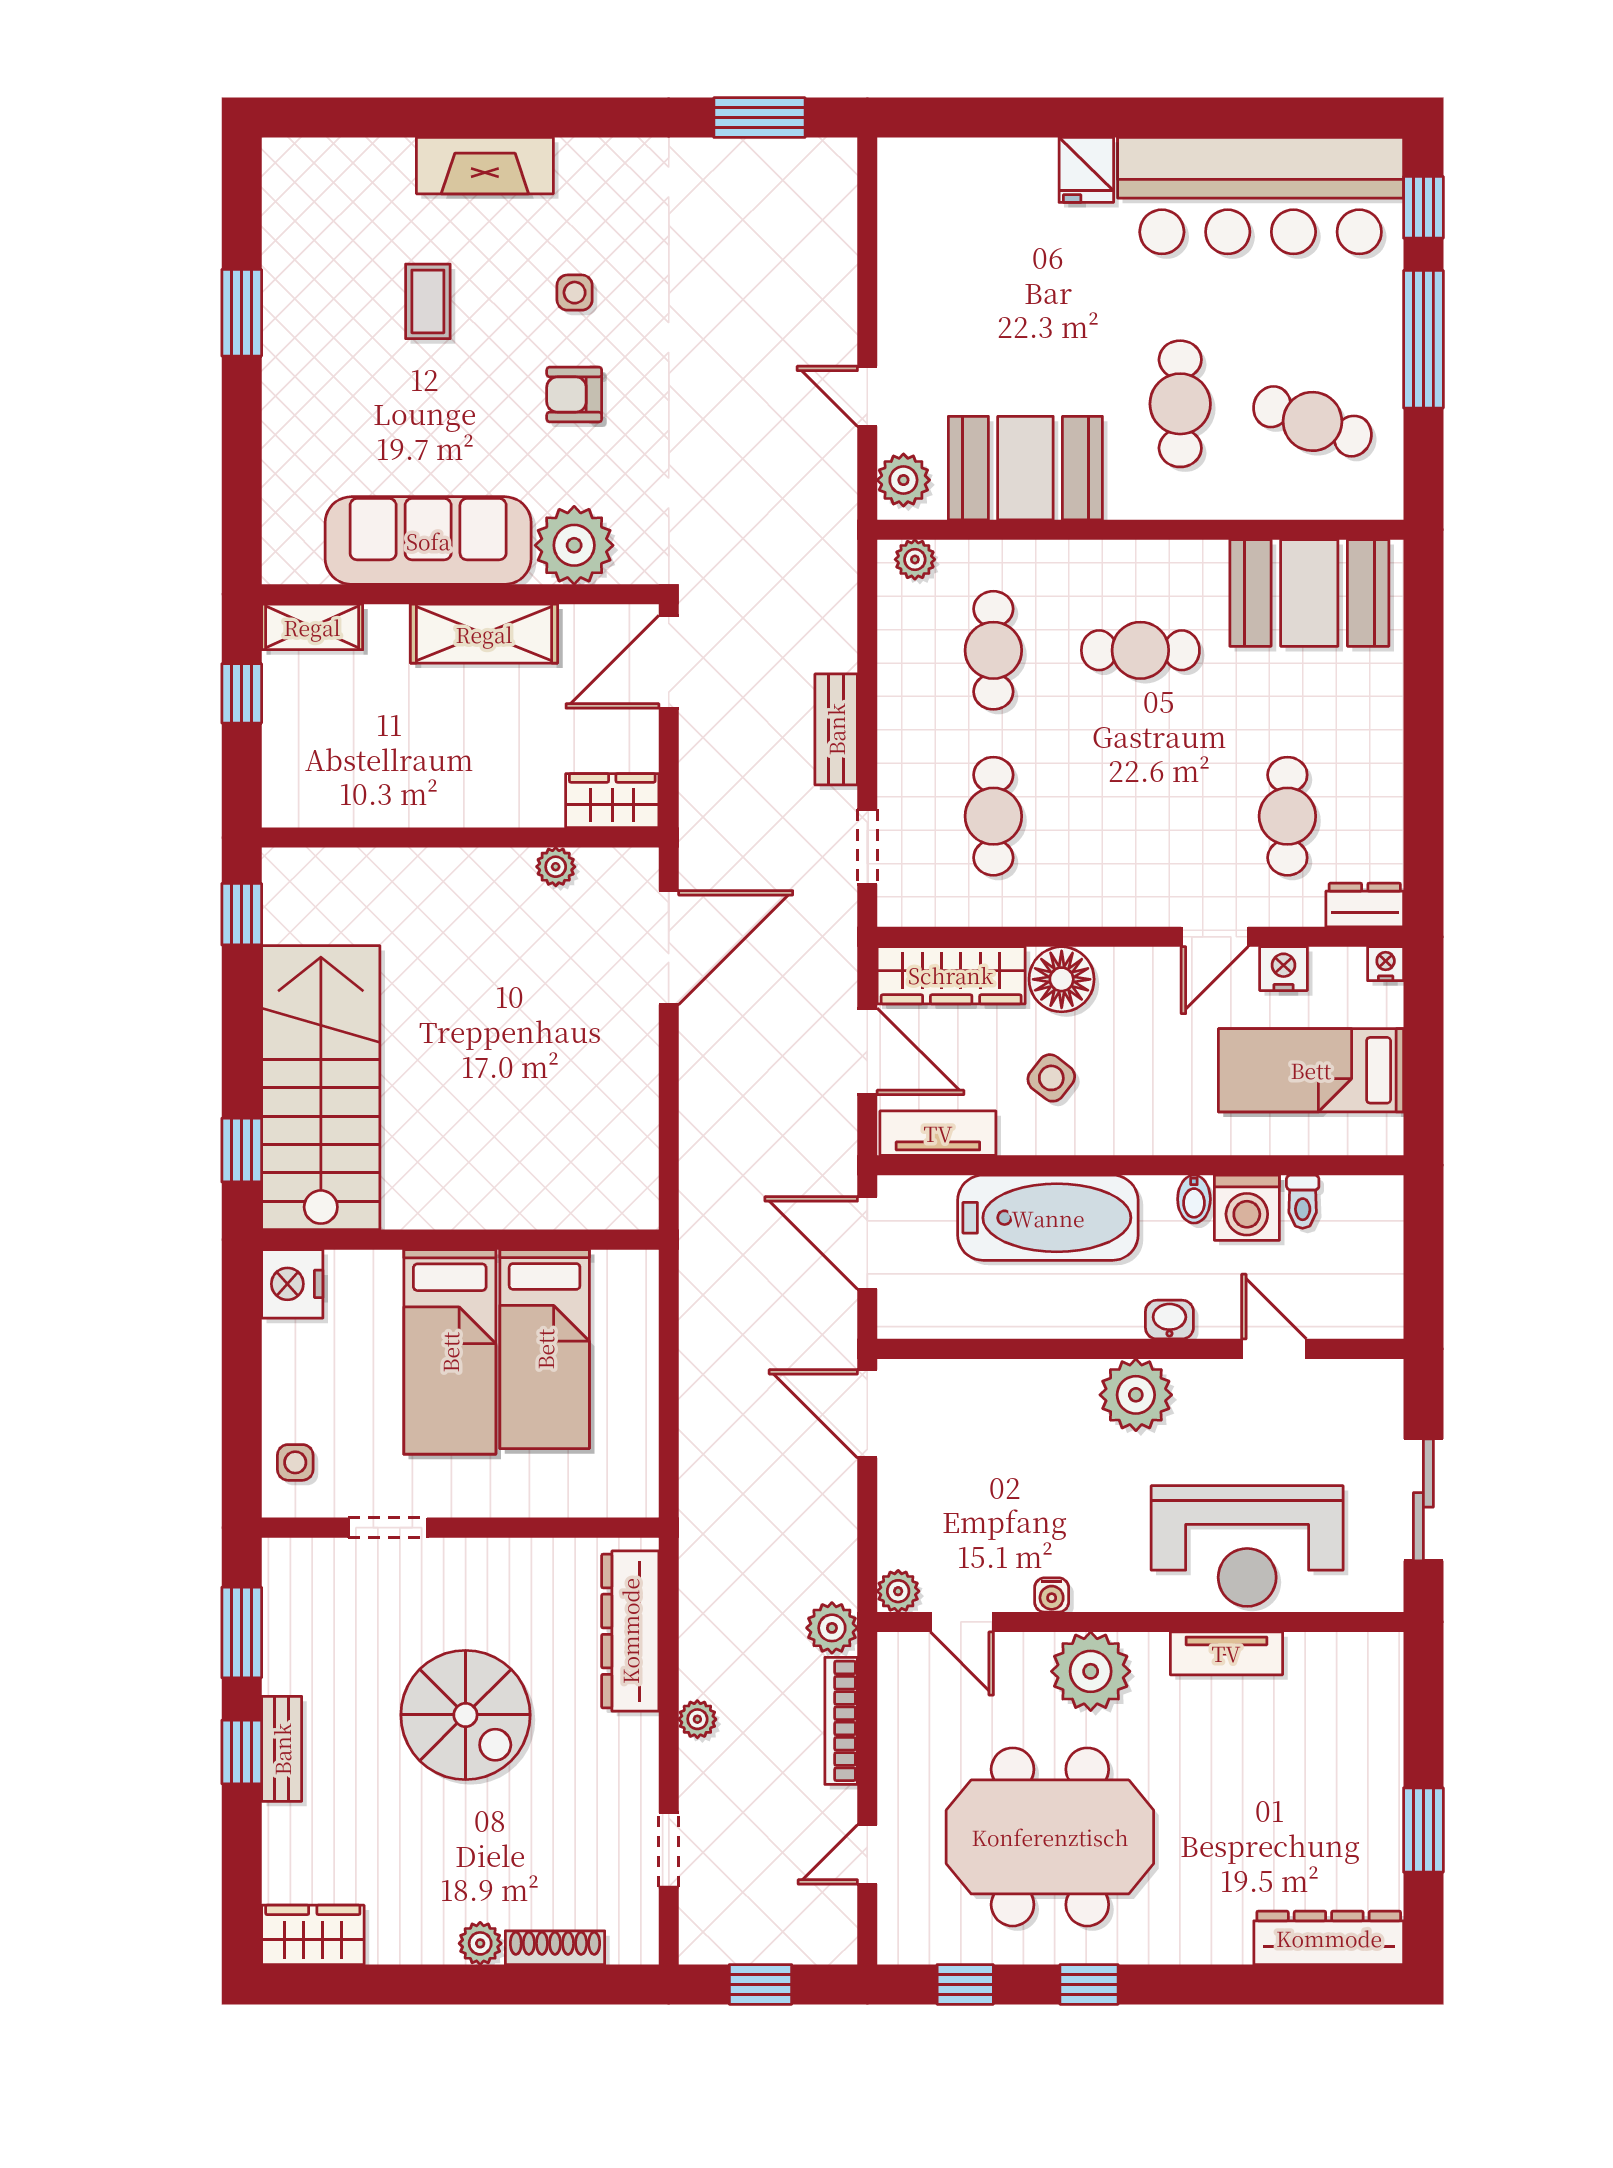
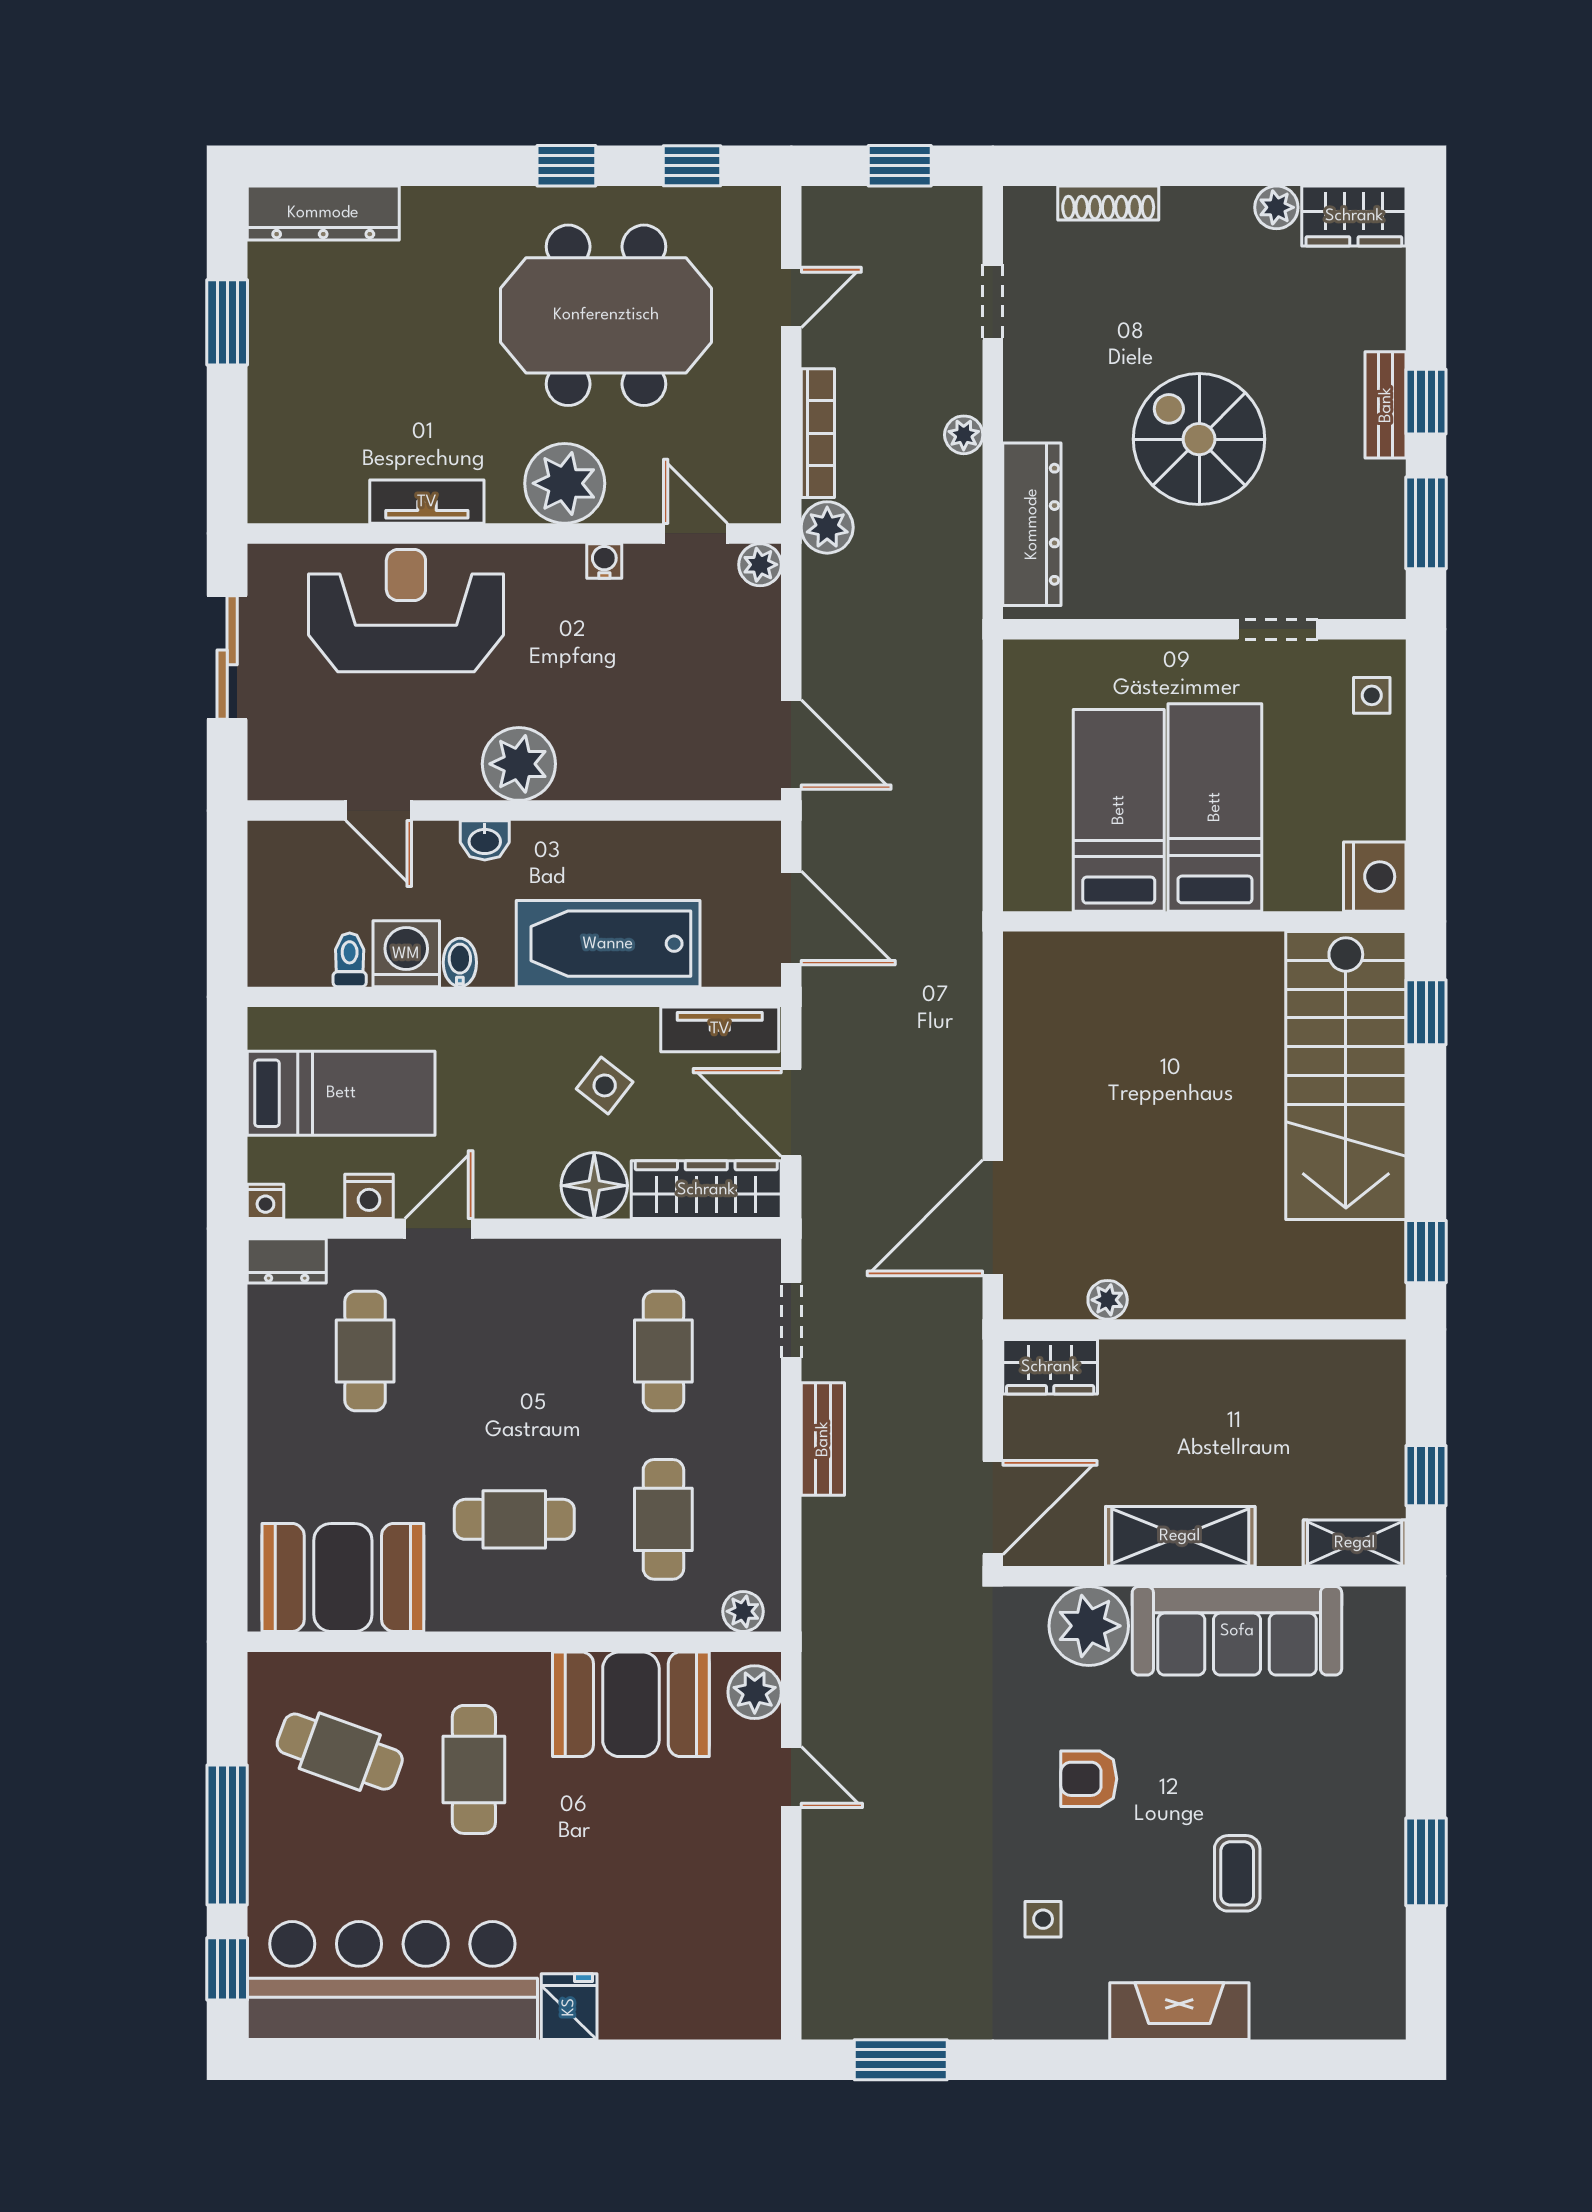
side table: (575, 293) -> (1043, 1919), moved
armchair: (574, 395) -> (1089, 1779), turned 180
plant: (480, 1943) -> (1276, 207), moved

